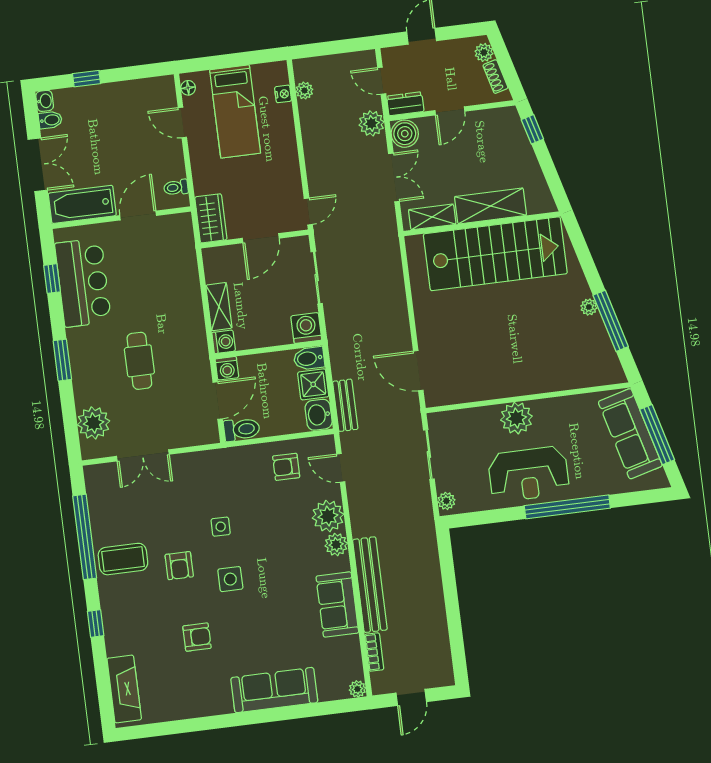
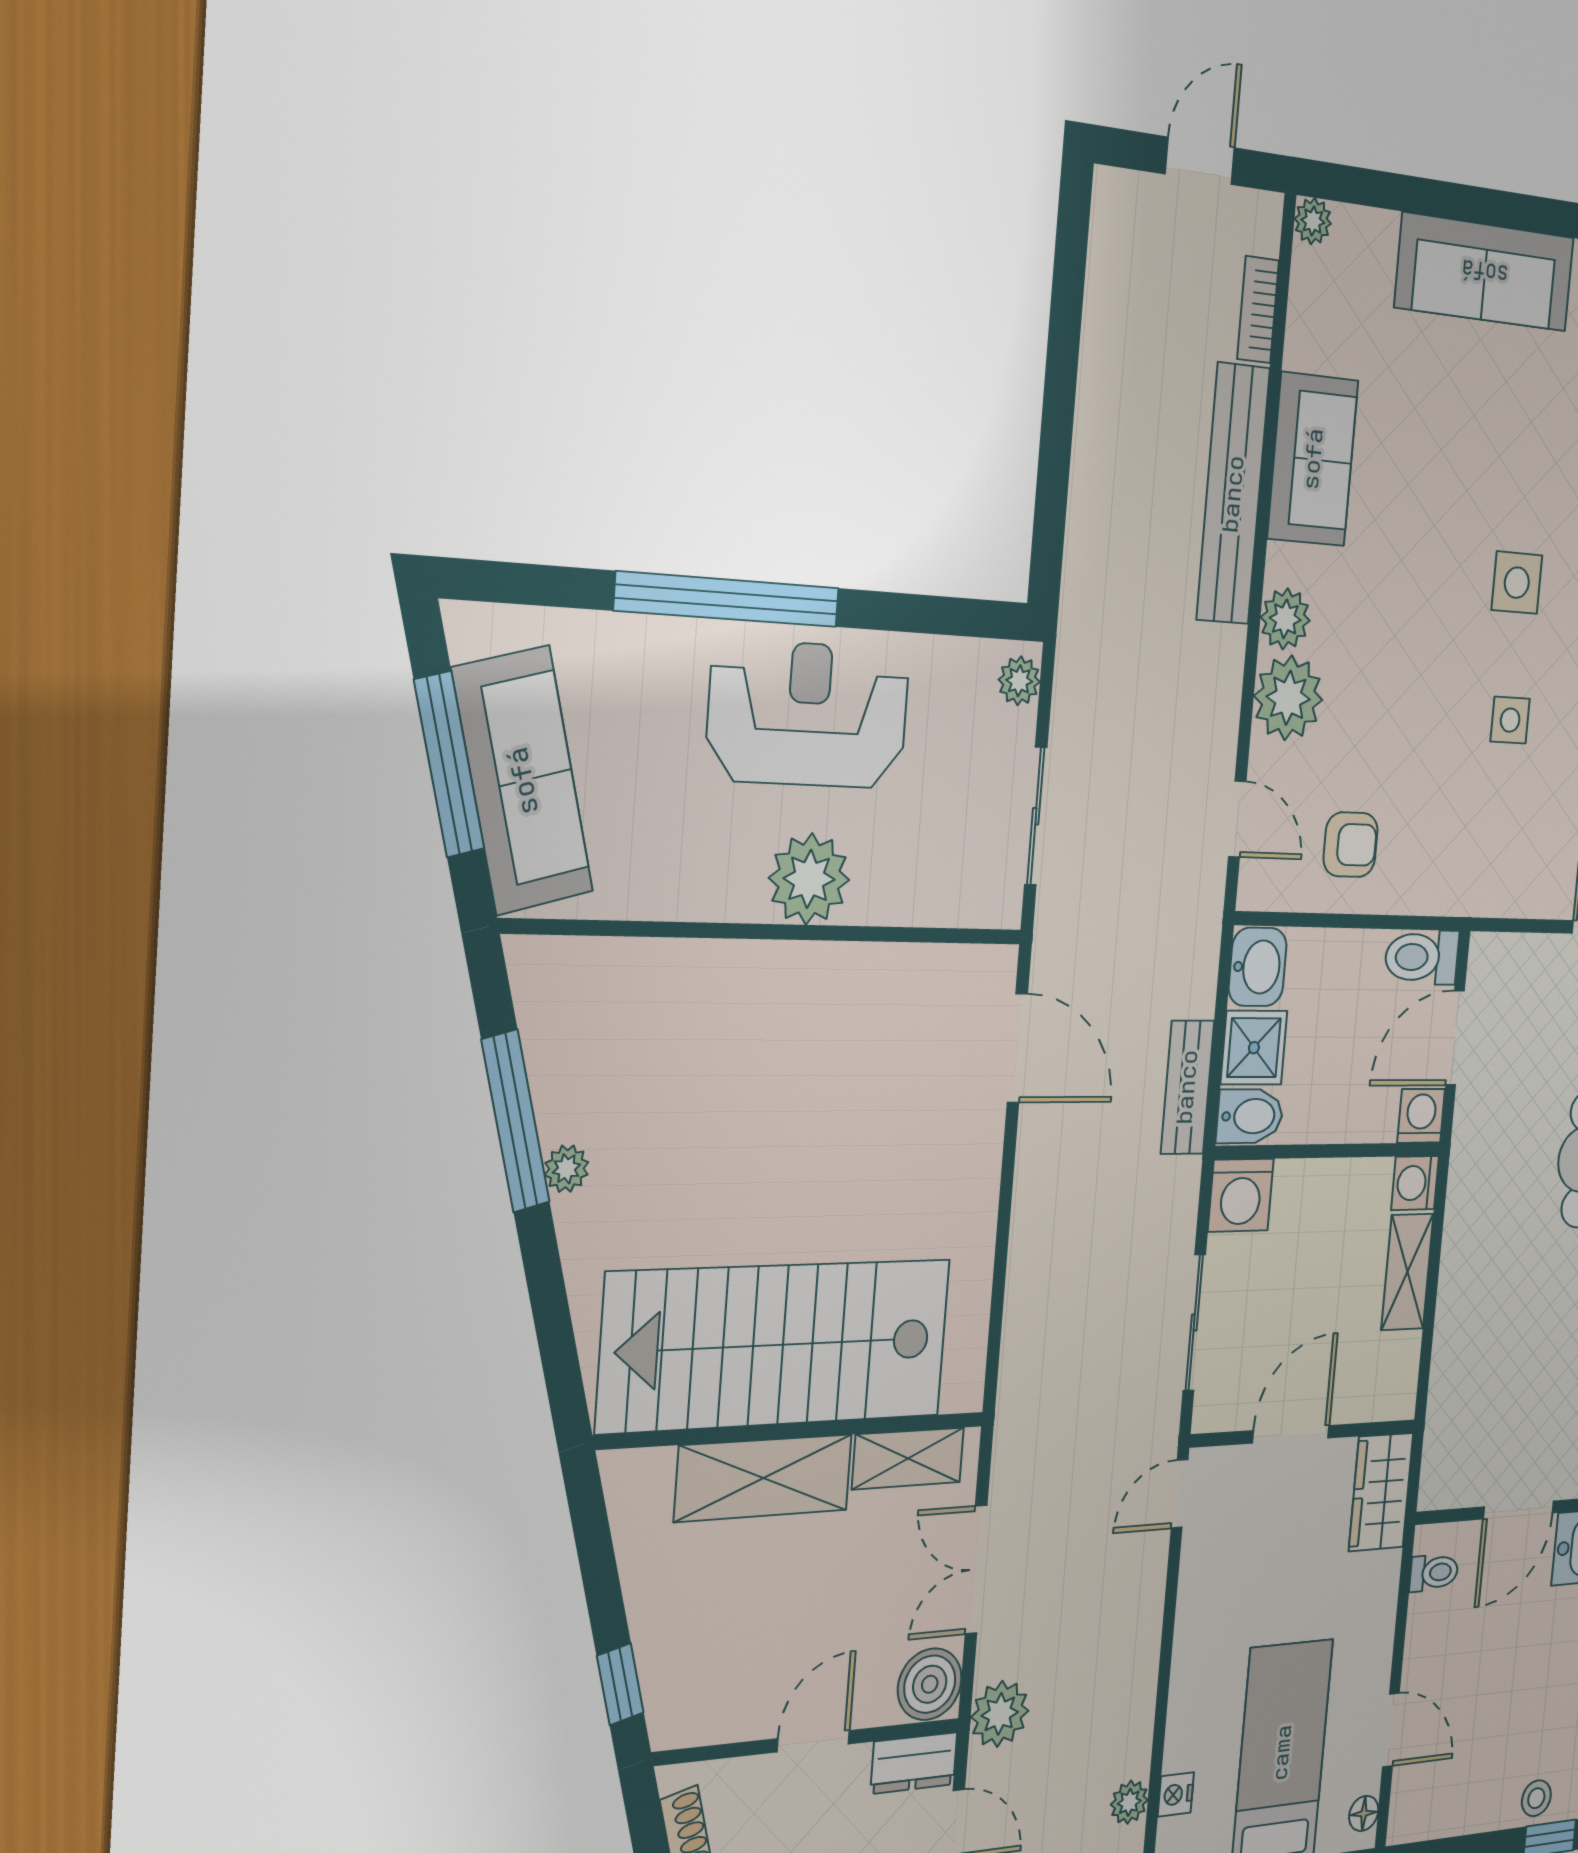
stool: (98, 96) -> (1536, 1798), added
bench: (345, 405) -> (1187, 1087), moved

